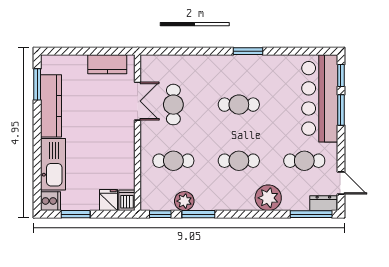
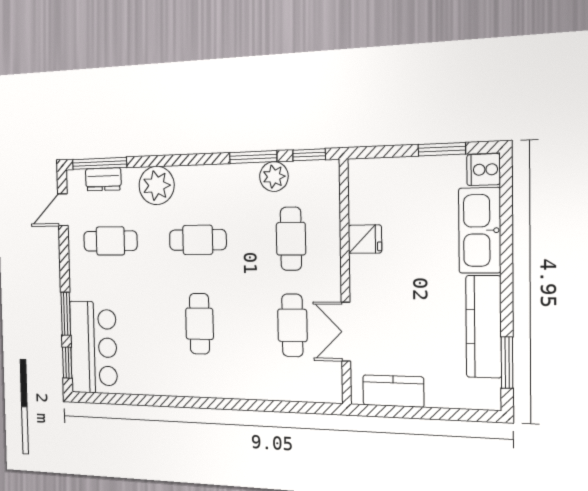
window: (248, 51) -> (189, 402), removed
bar counter: (320, 98) -> (93, 347), width x0.73
cafe table: (239, 105) -> (200, 324), turned 90
cafe table: (173, 161) -> (291, 239), turned 90
door: (341, 183) -> (63, 210), hinge flipped
fridge: (109, 200) -> (365, 239), moved, turned -90
dishwasher: (127, 200) -> (360, 175), removed
dresser: (323, 203) -> (103, 179), moved

